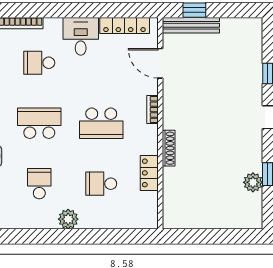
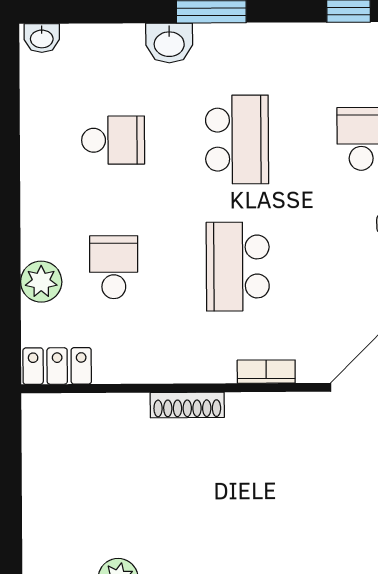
locker: (149, 173) -> (57, 366), moved
plant: (68, 219) -> (41, 282), moved

